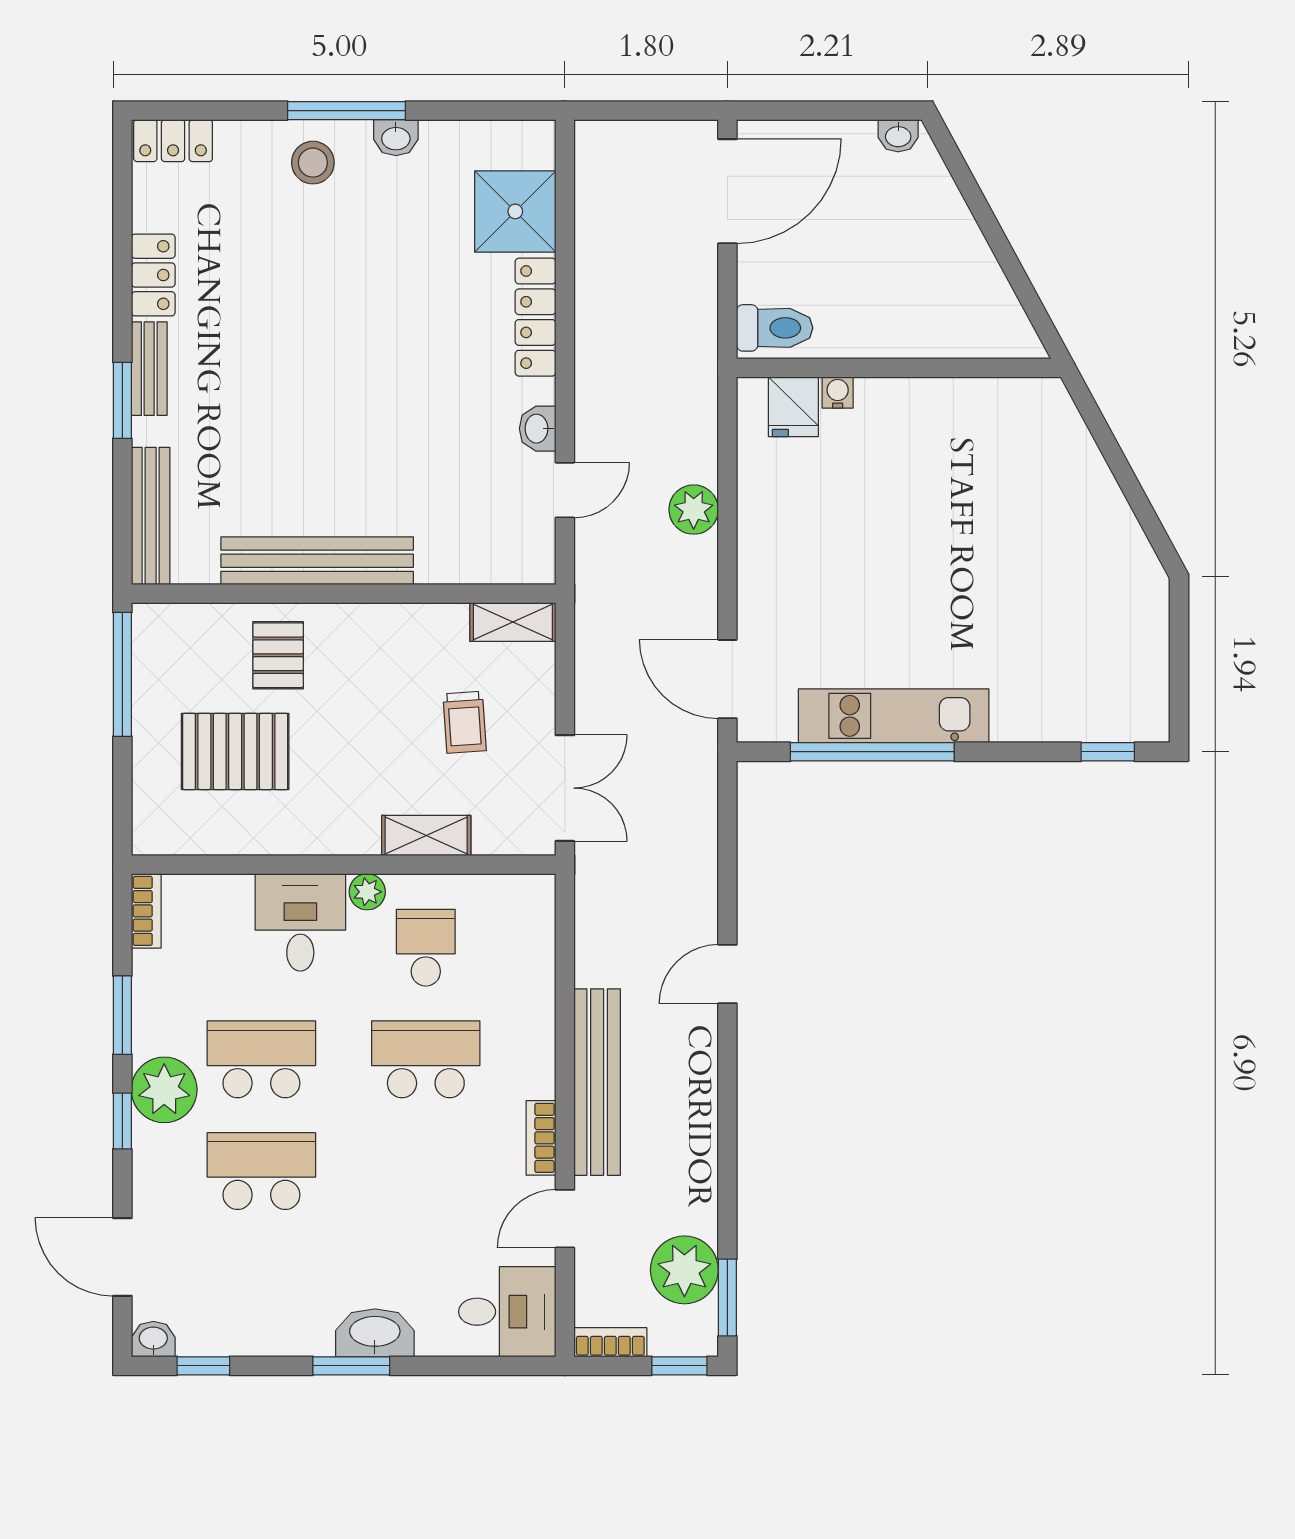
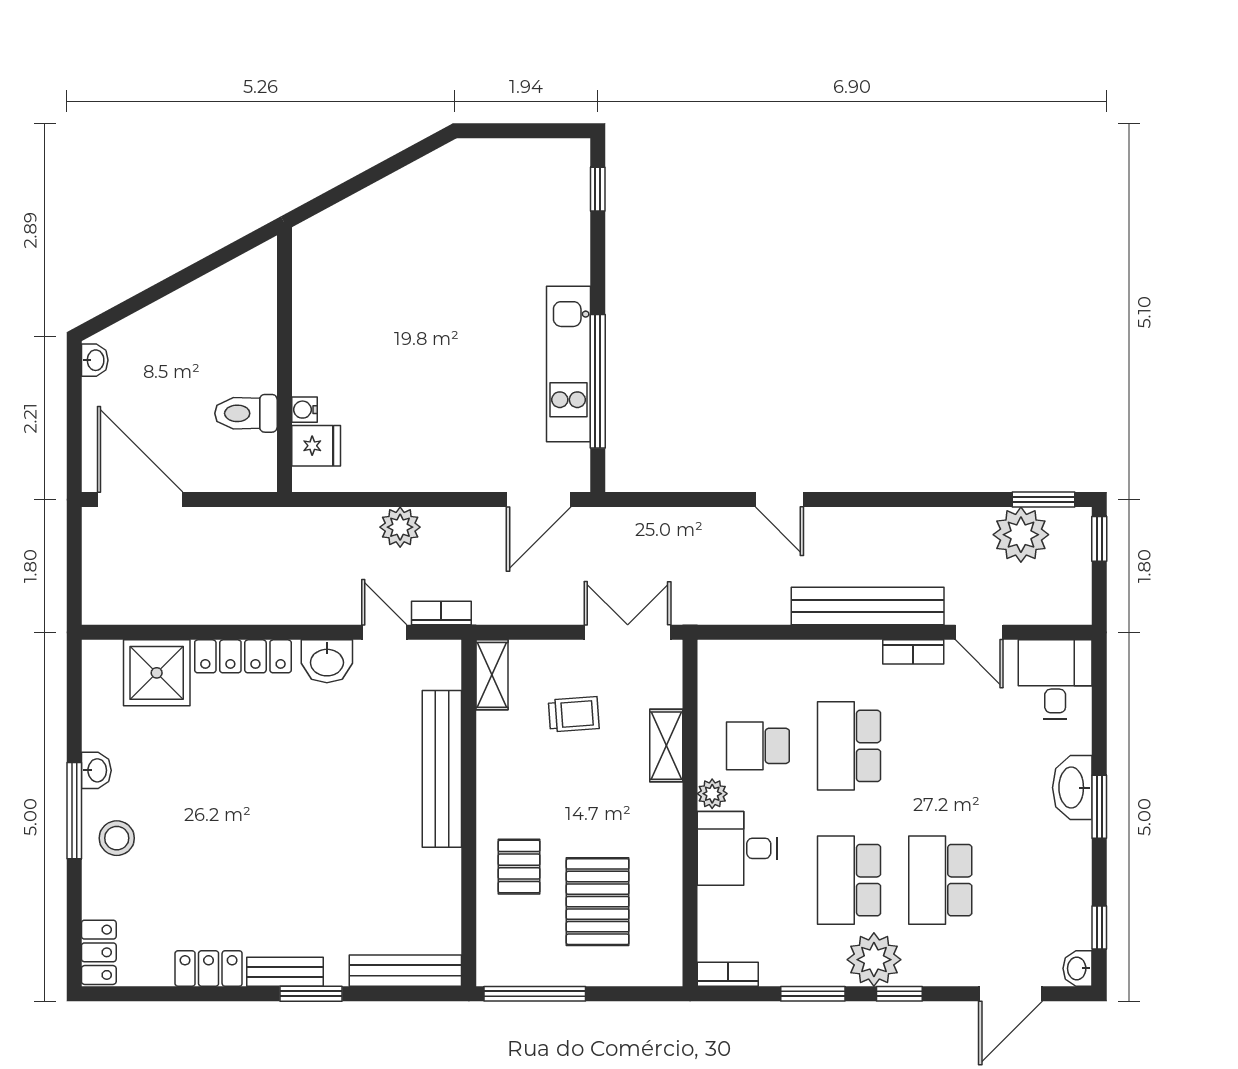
toilet: (775, 328) -> (246, 413), moved, turned -90
washbasin: (538, 429) -> (327, 661), width x1.38, depth x1.45
bench: (317, 561) -> (442, 769), moved
pallet: (278, 655) -> (519, 867), turned 90
bookcase: (610, 1342) -> (441, 613), moved, turned 90

